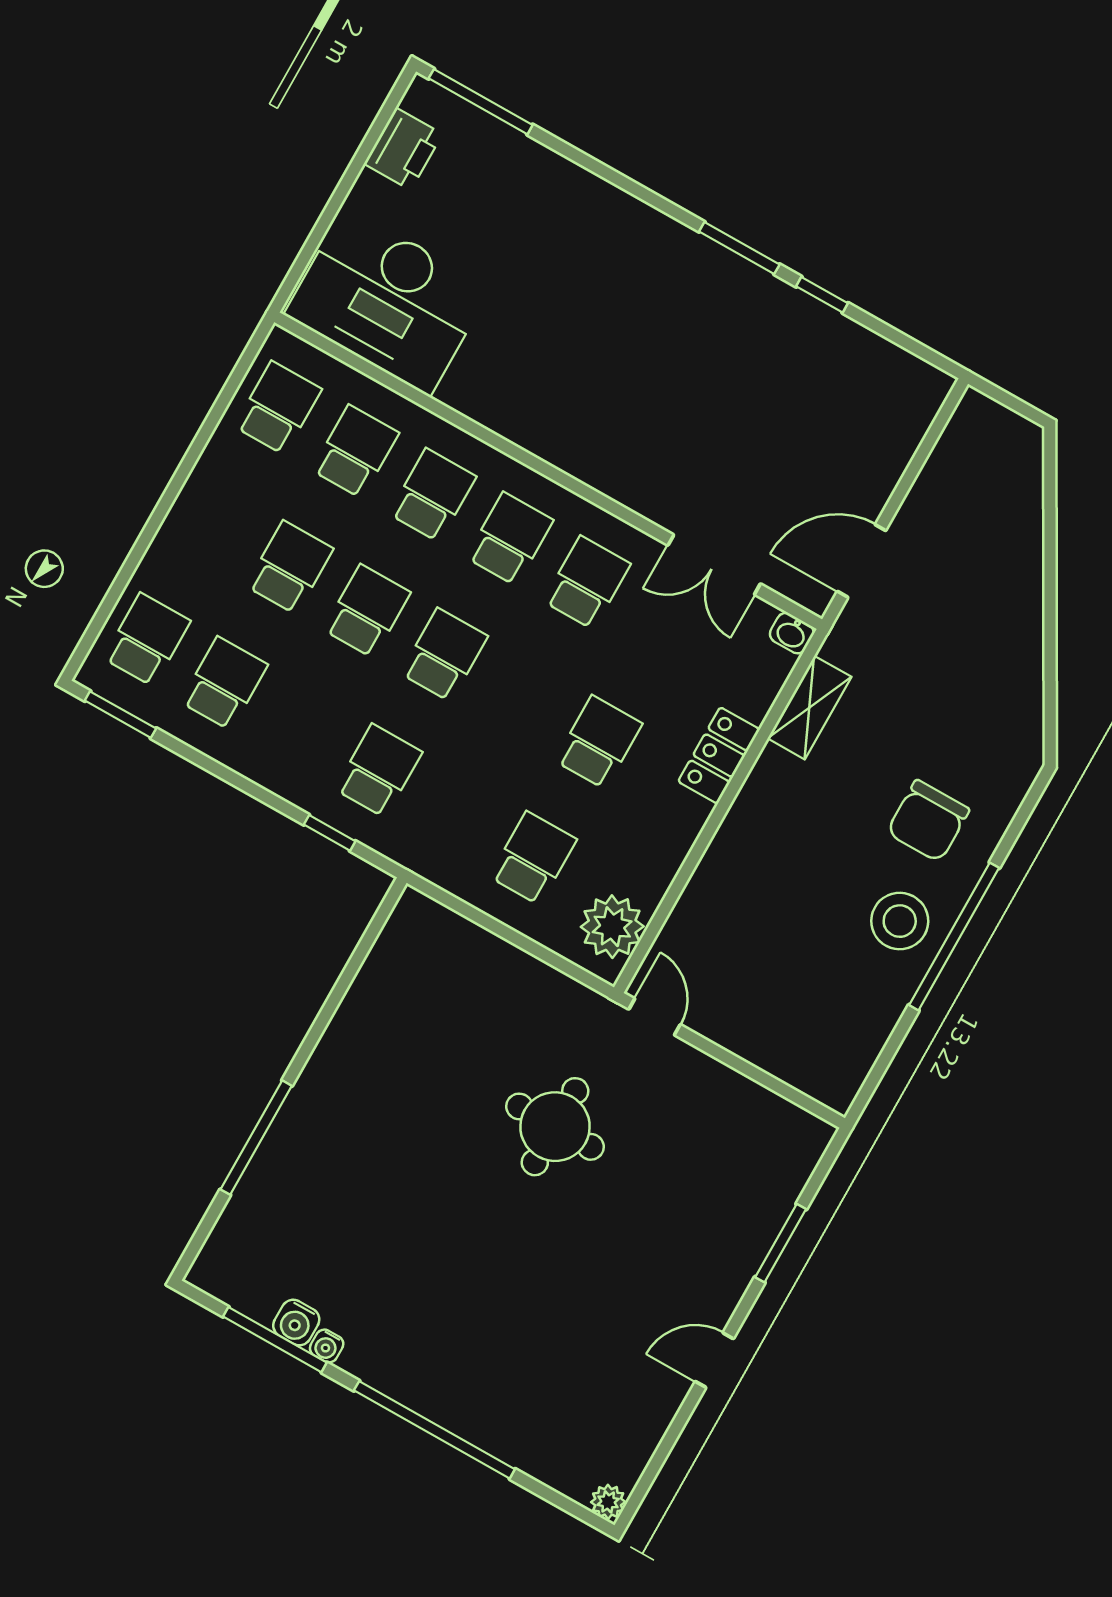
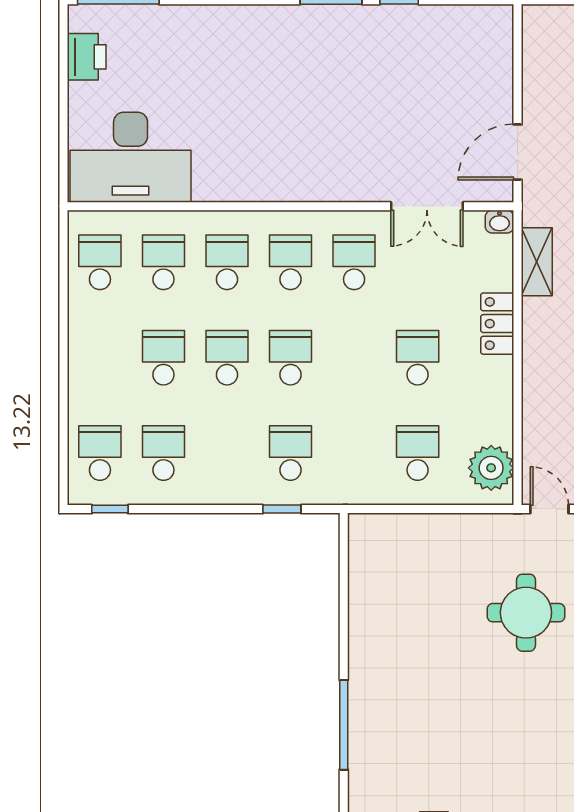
window: (120, 715) -> (110, 509), width x0.67

